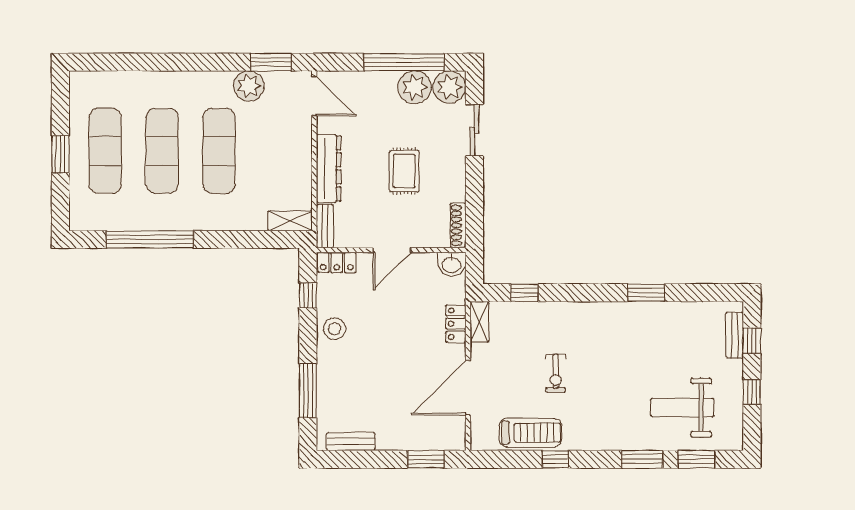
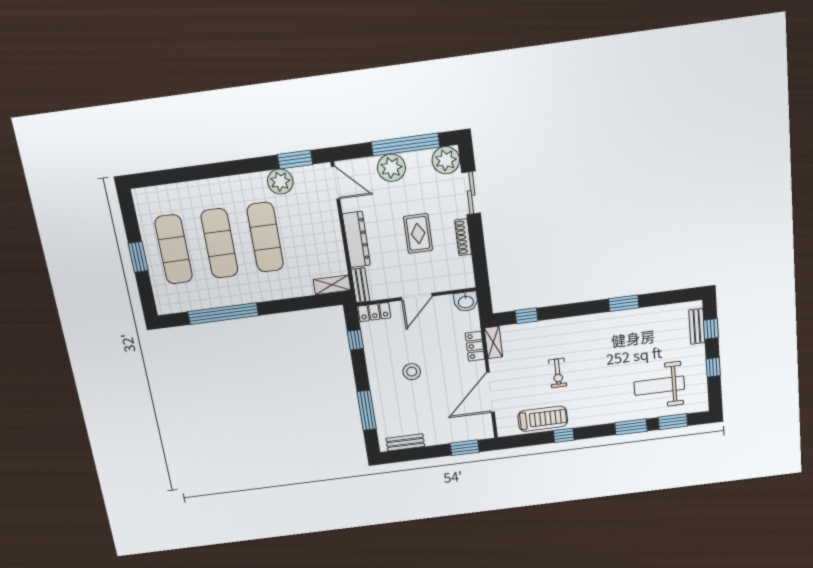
plant: (415, 87) -> (391, 168), moved
shoe rack: (458, 225) -> (463, 237), moved
stool: (335, 329) -> (412, 372), moved

